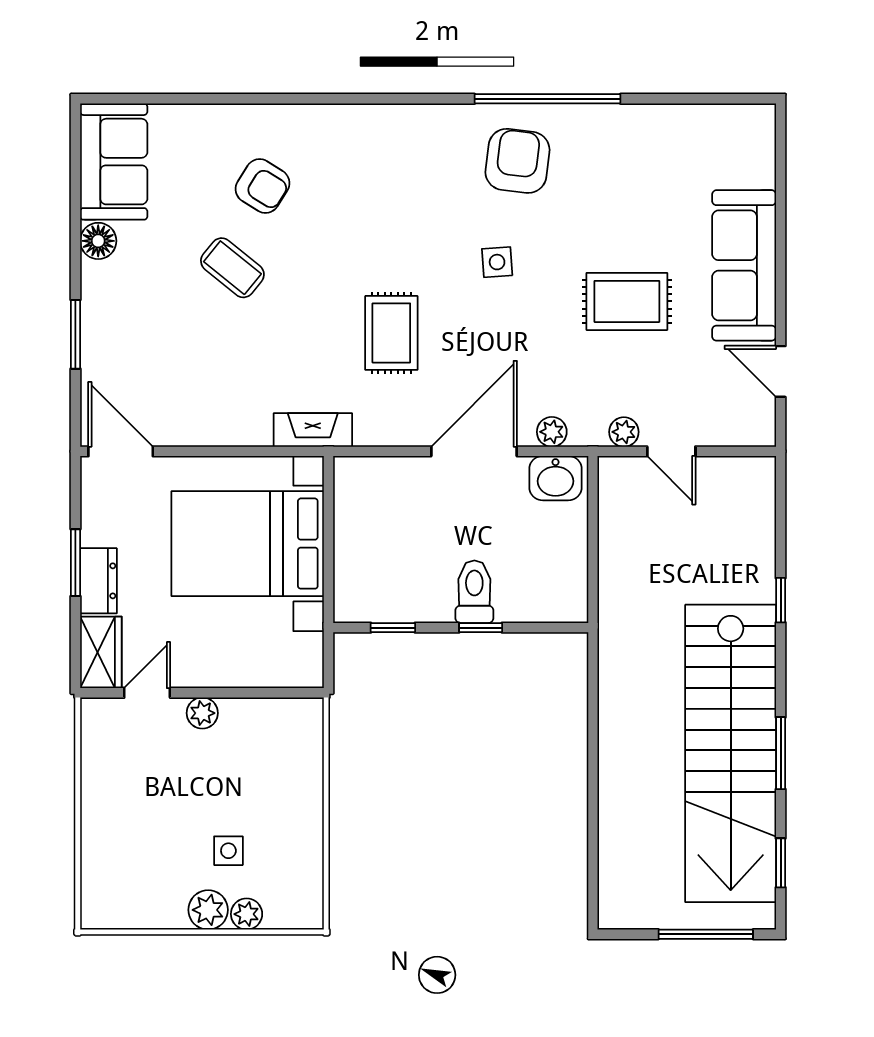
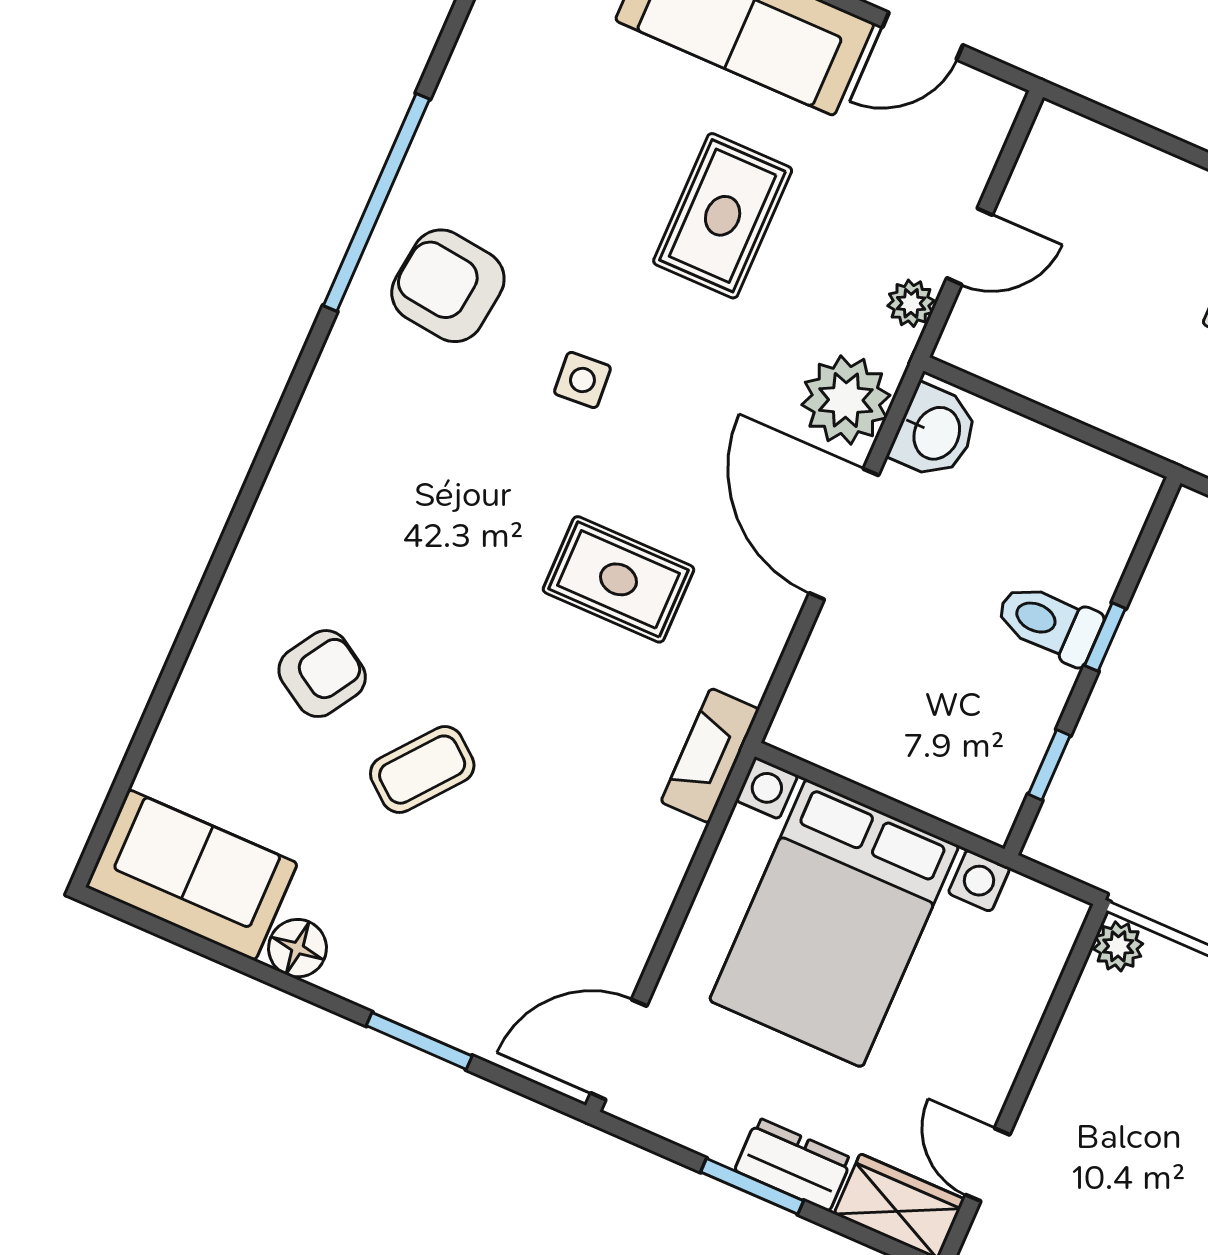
plant: (552, 432) -> (846, 400), width x1.88, depth x1.88
plant: (202, 713) -> (1118, 946), moved

